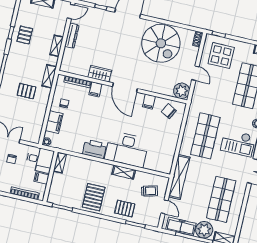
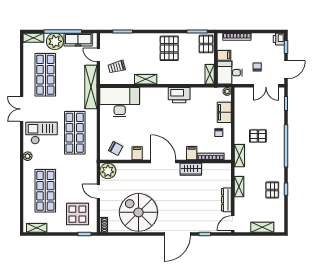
desk: (127, 149) -> (120, 102), moved
pallet: (125, 209) -> (206, 44), moved, turned 90

